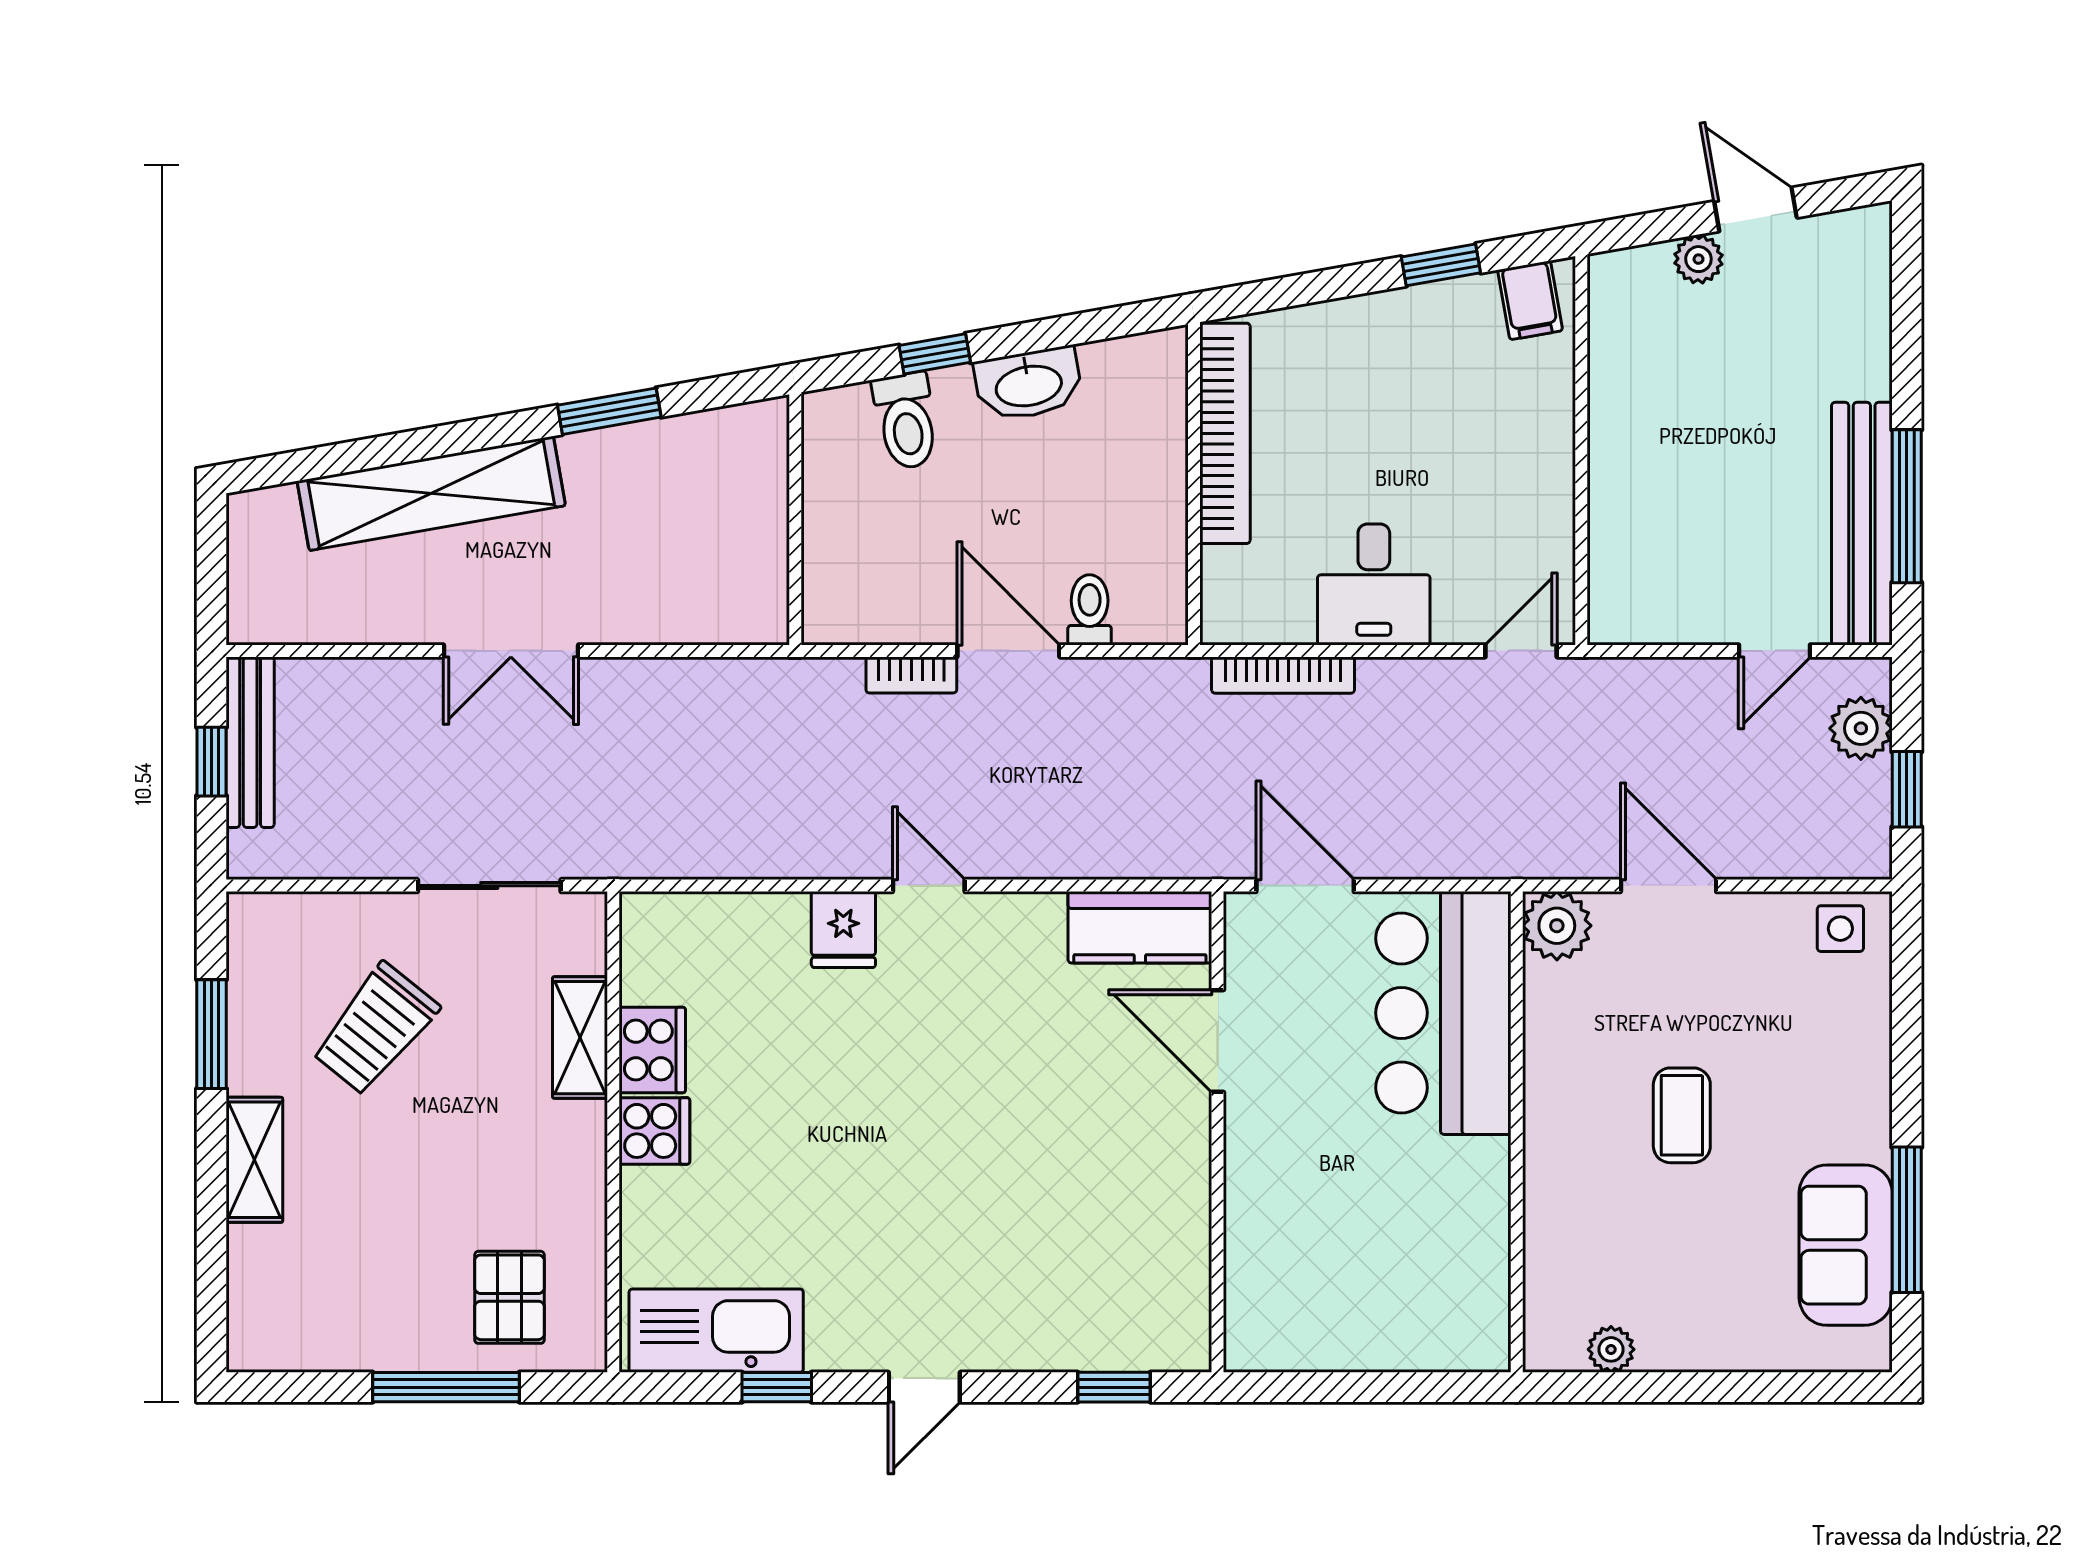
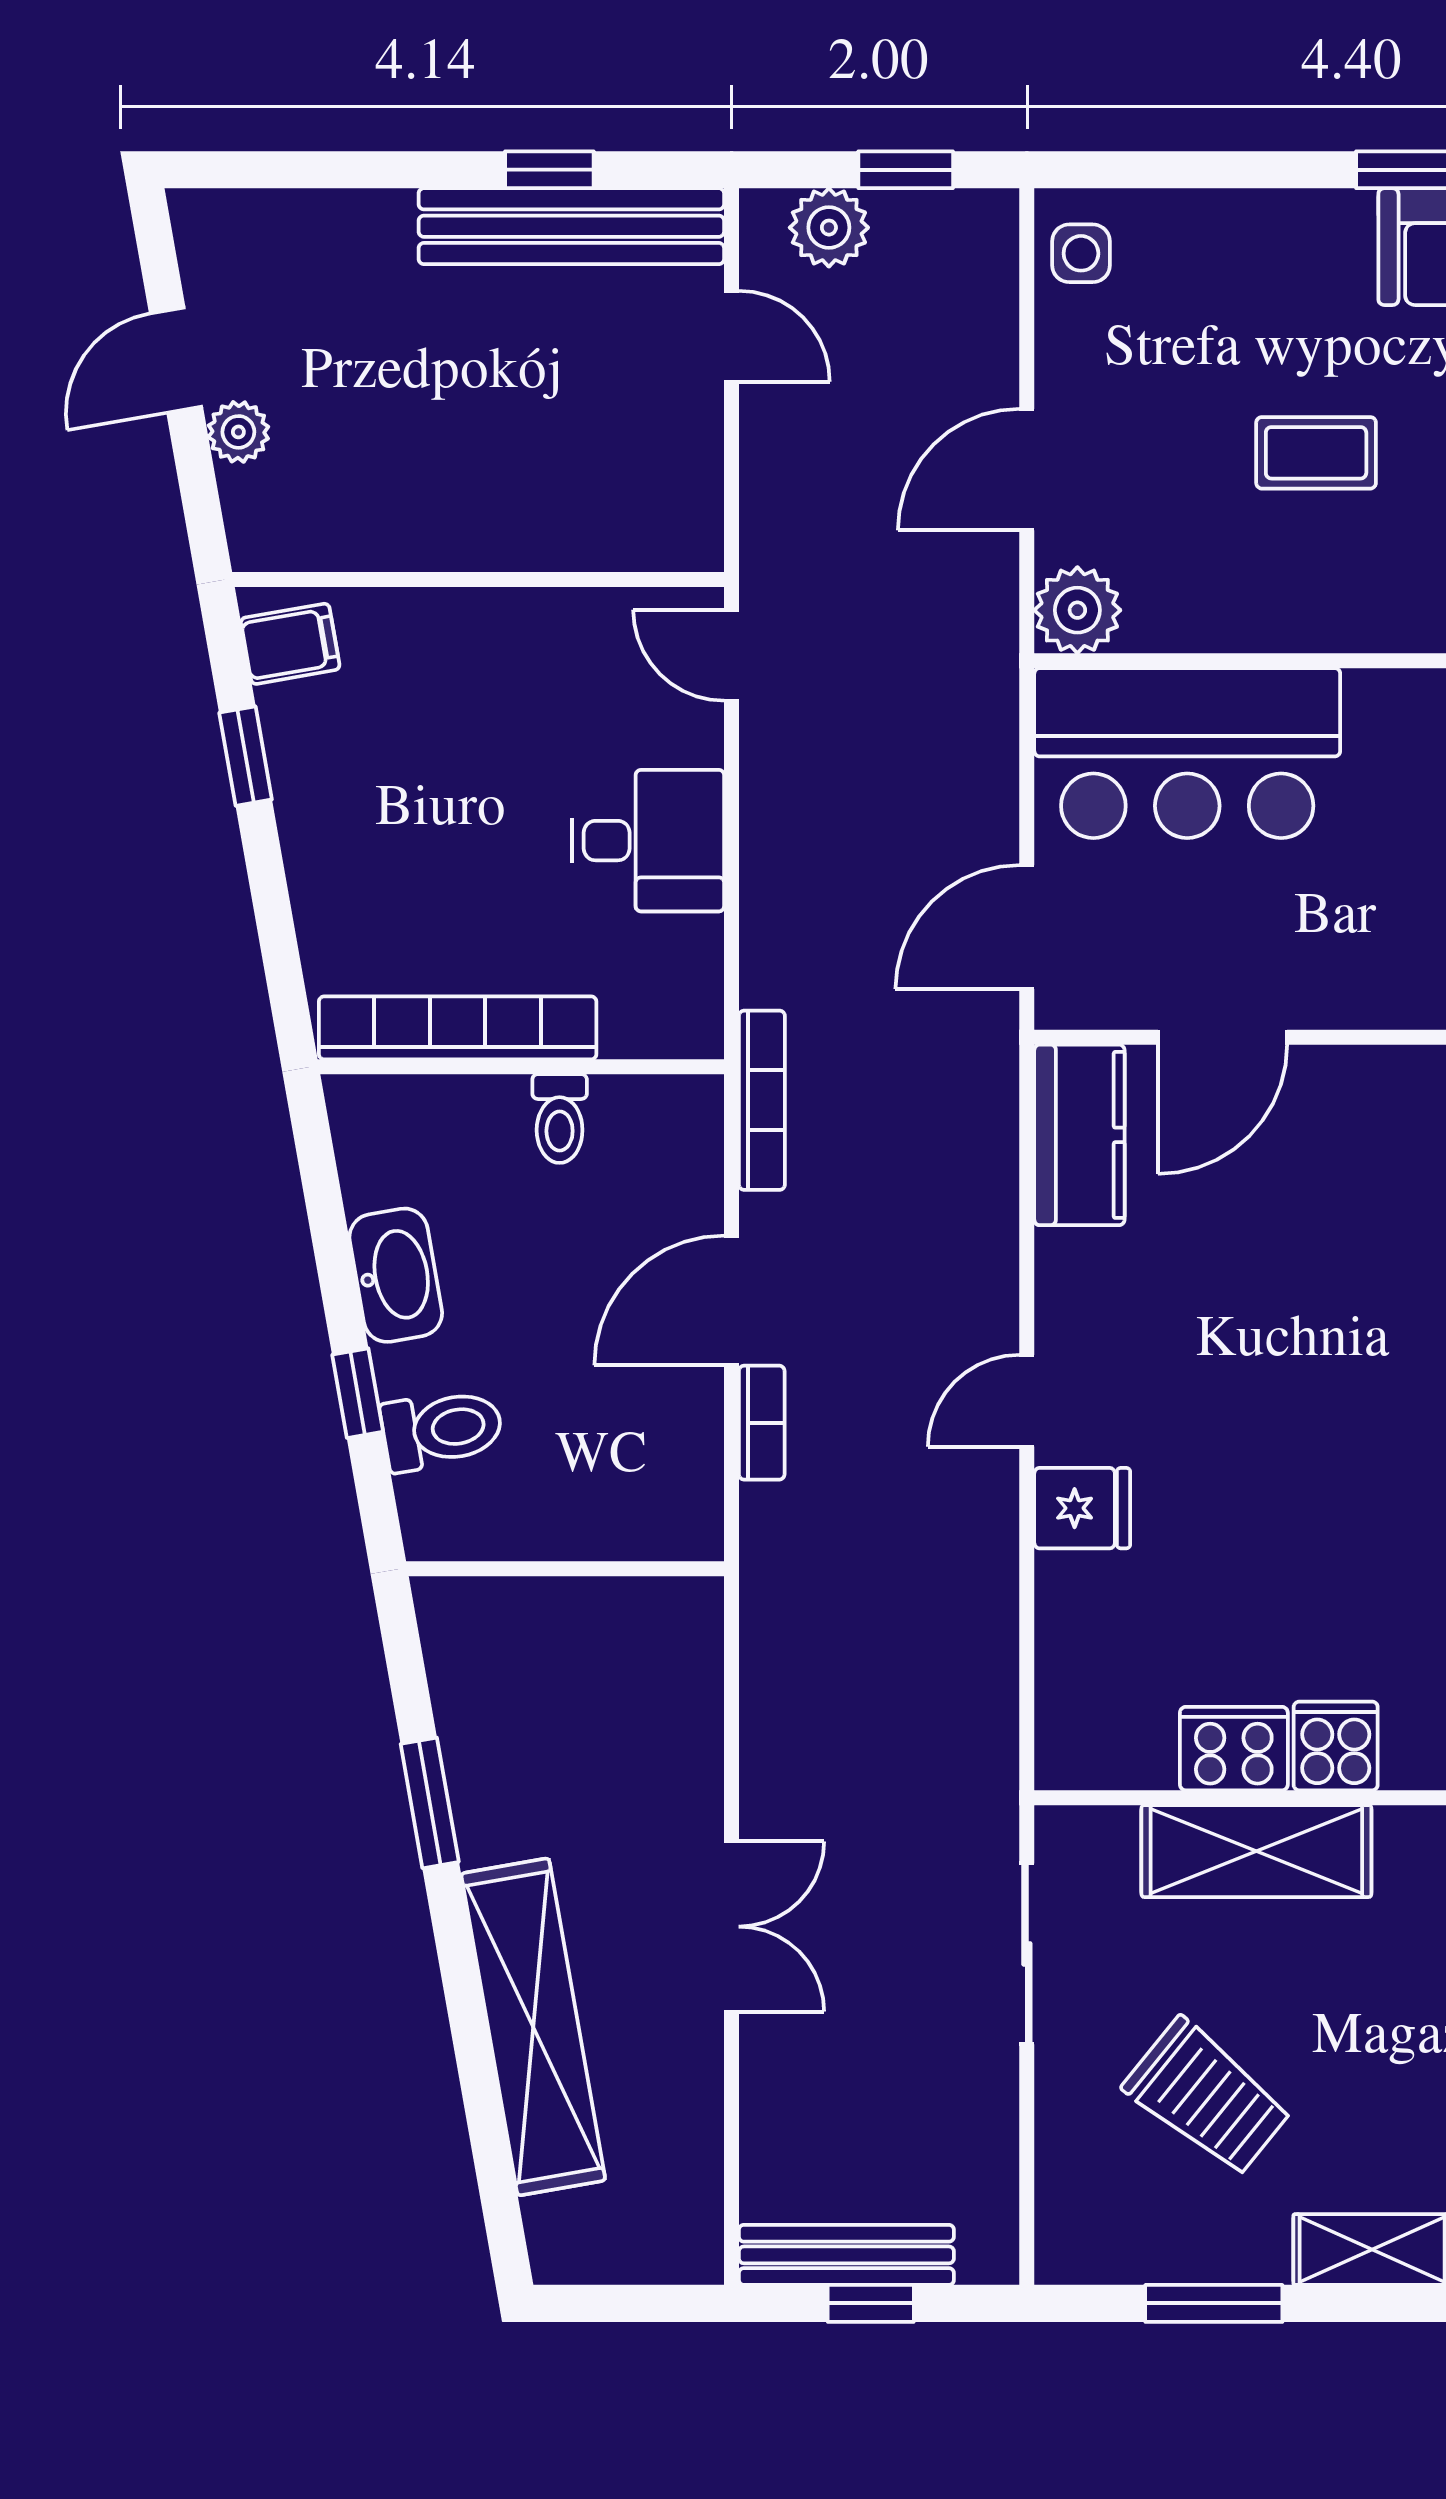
window: (1907, 506) -> (549, 170), width x0.46
toilet: (1090, 610) -> (560, 1119), moved, turned -90
bookcase: (1283, 675) -> (762, 1100), moved
shelving: (580, 1038) -> (1256, 1851), width x1.50, depth x1.33

